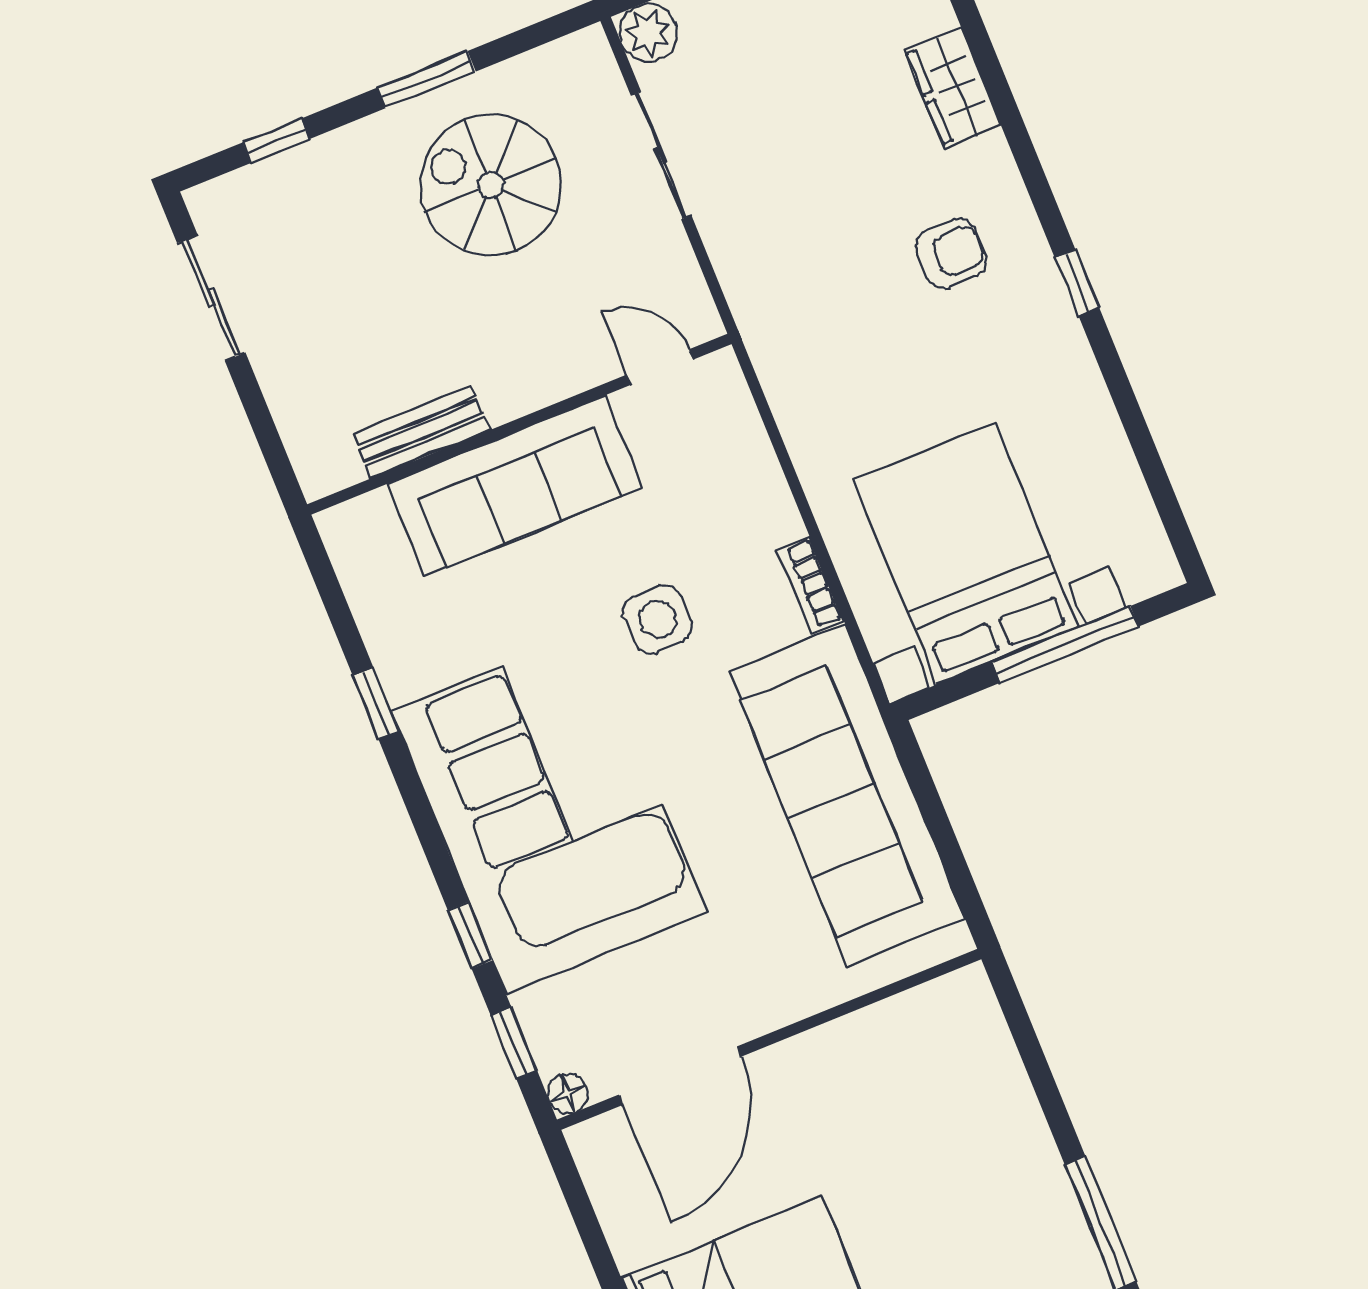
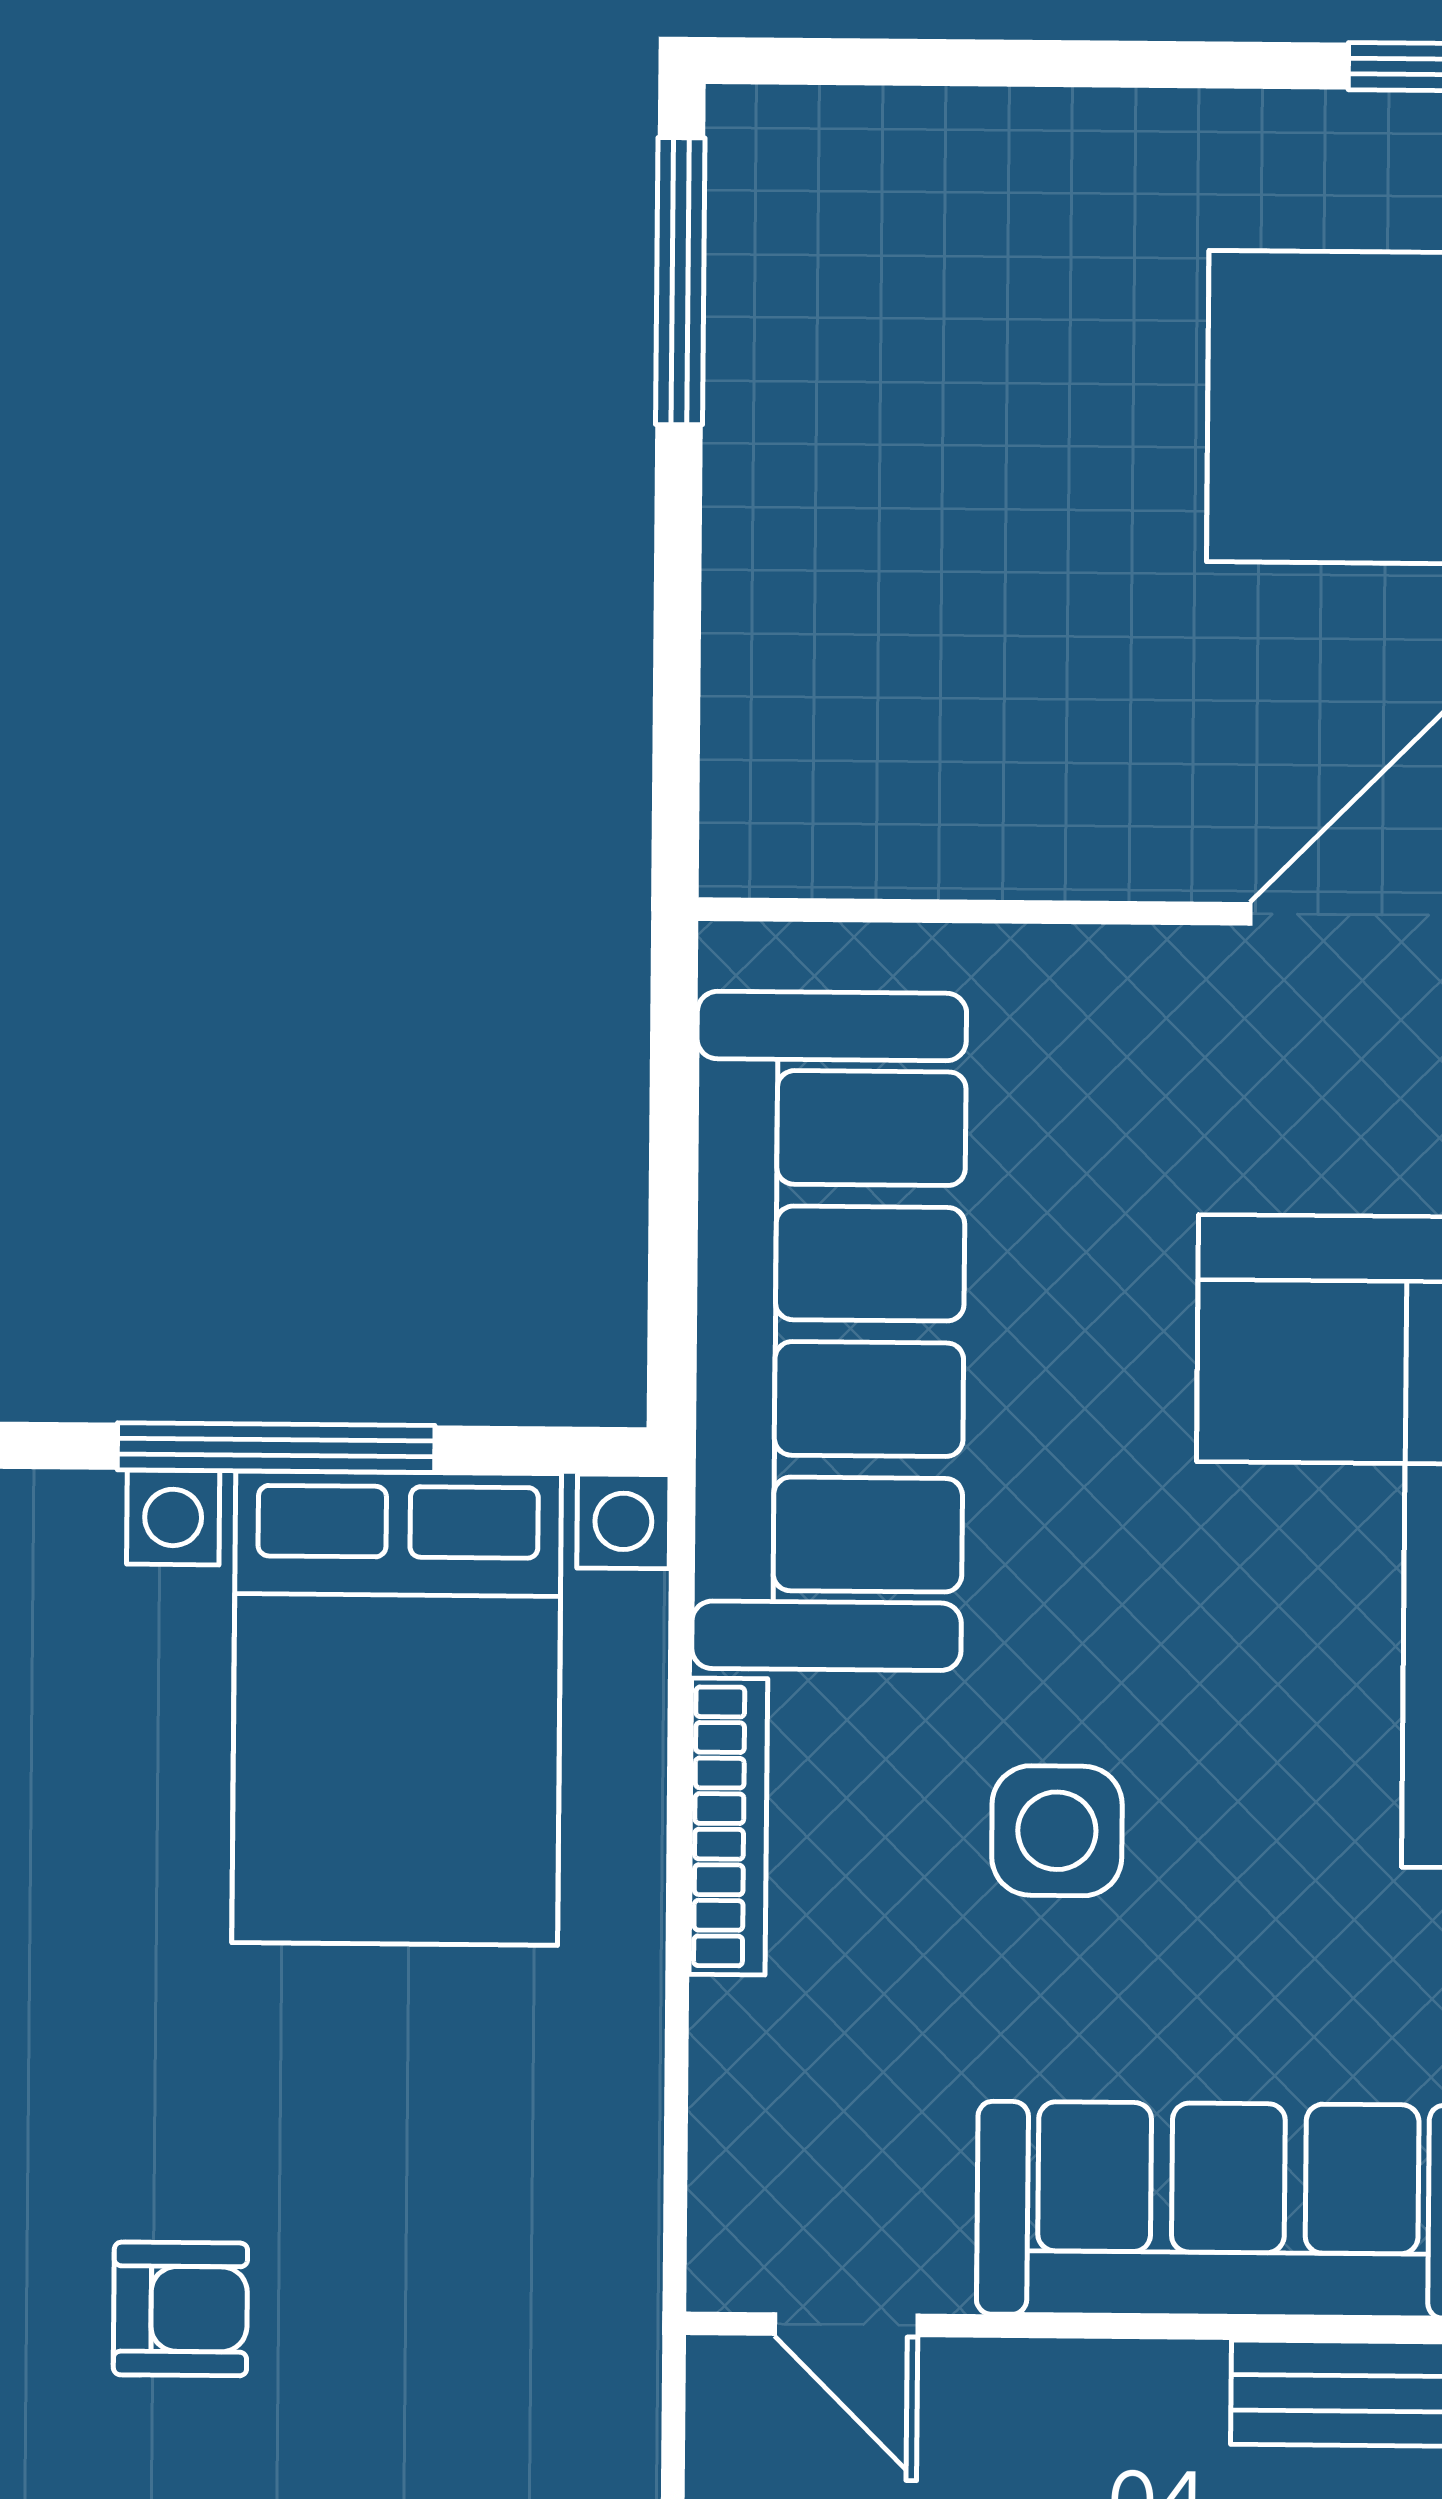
armchair: (951, 254) -> (180, 2309), turned 180
bookcase: (810, 585) -> (728, 1826), width x1.56

